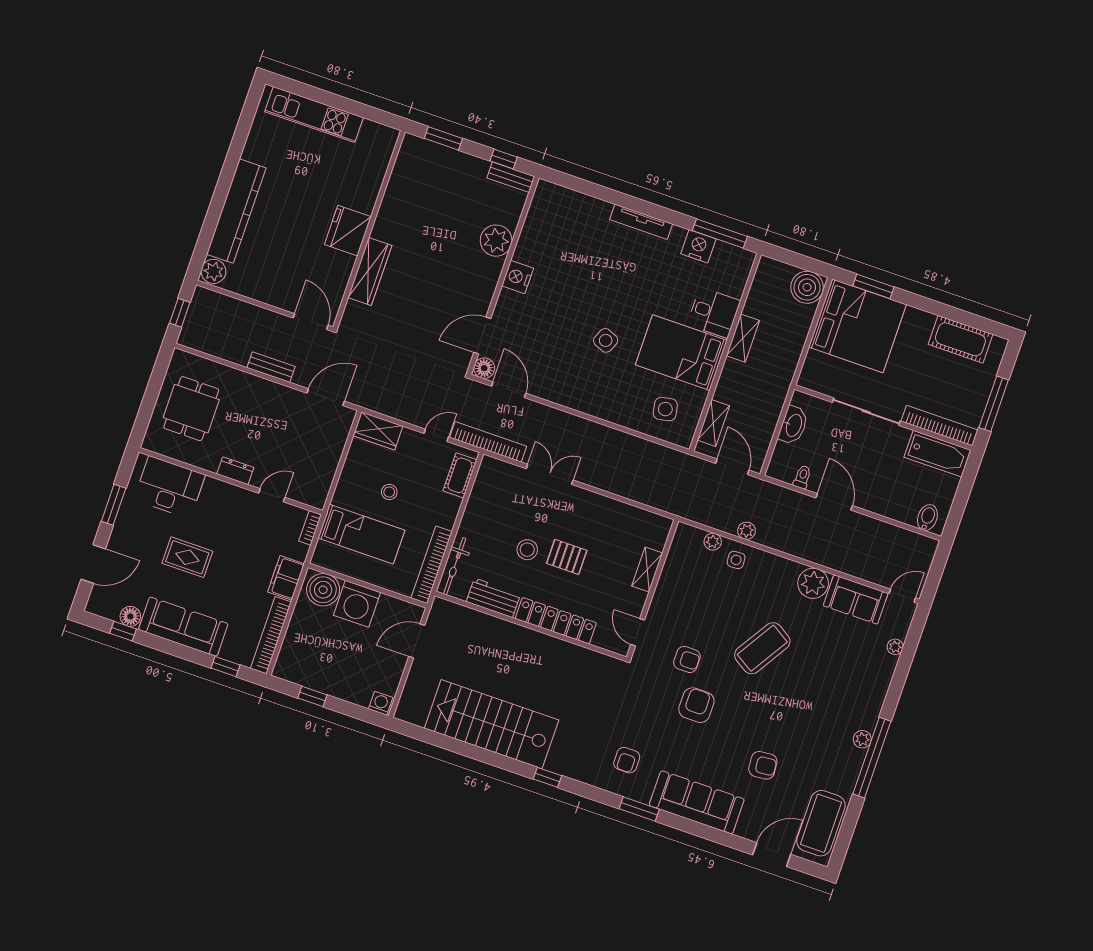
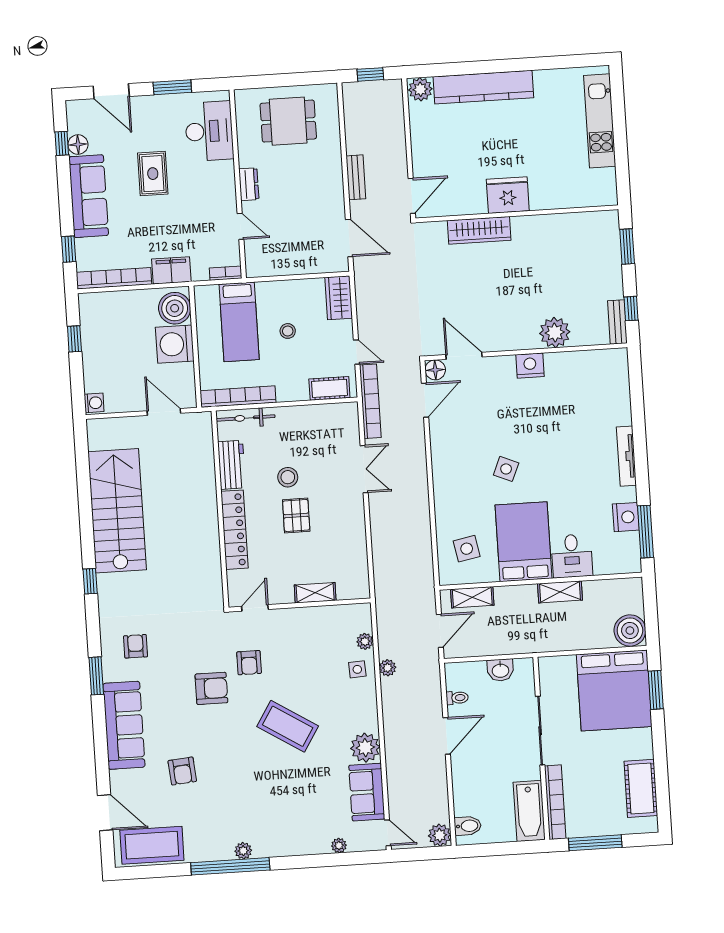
washbasin: (793, 425) -> (500, 670), width x0.72
plant: (925, 548) -> (440, 835), added
armchair: (627, 760) -> (136, 646), turned 90

